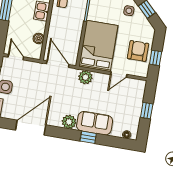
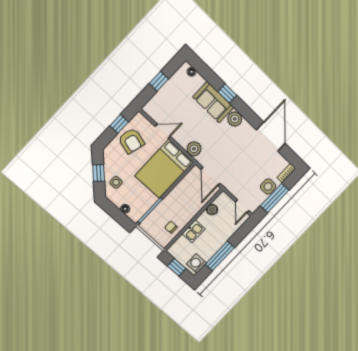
armchair: (138, 51) -> (131, 141), turned -75
door: (31, 128) -> (271, 137), swing flipped

